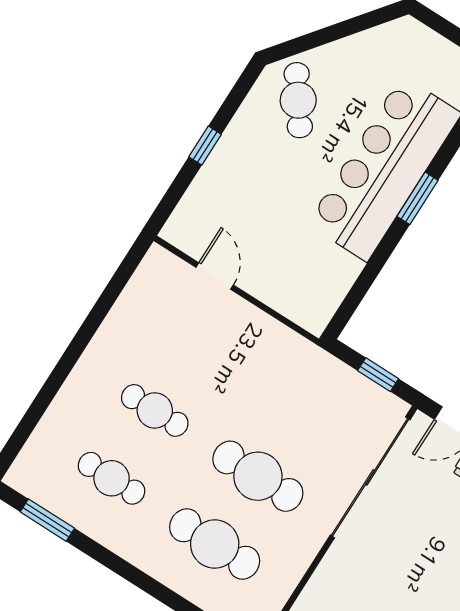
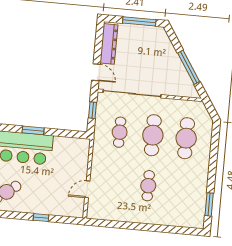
window: (418, 198) -> (33, 130), moved
cafe table: (112, 478) -> (120, 132), moved

